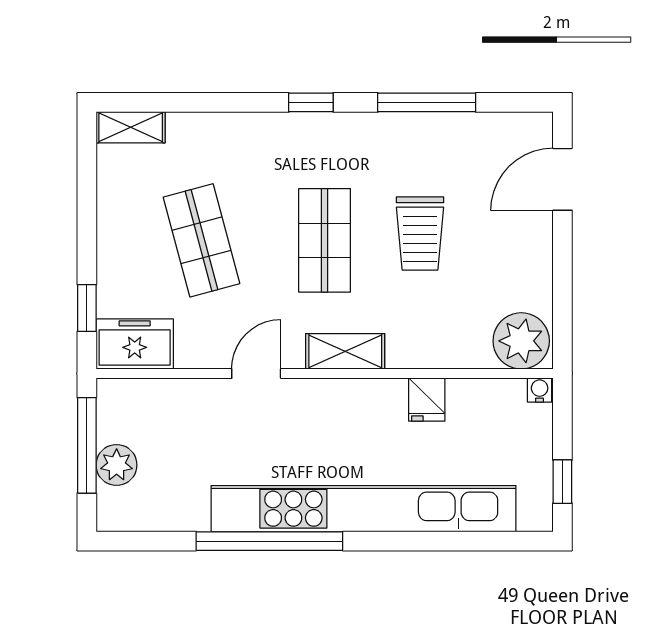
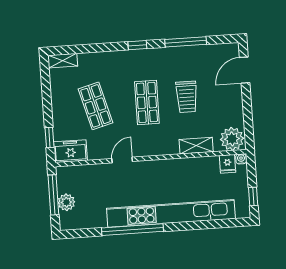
shelving: (345, 351) -> (196, 146), moved
fridge: (427, 400) -> (227, 164), moved

